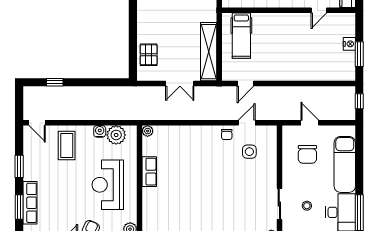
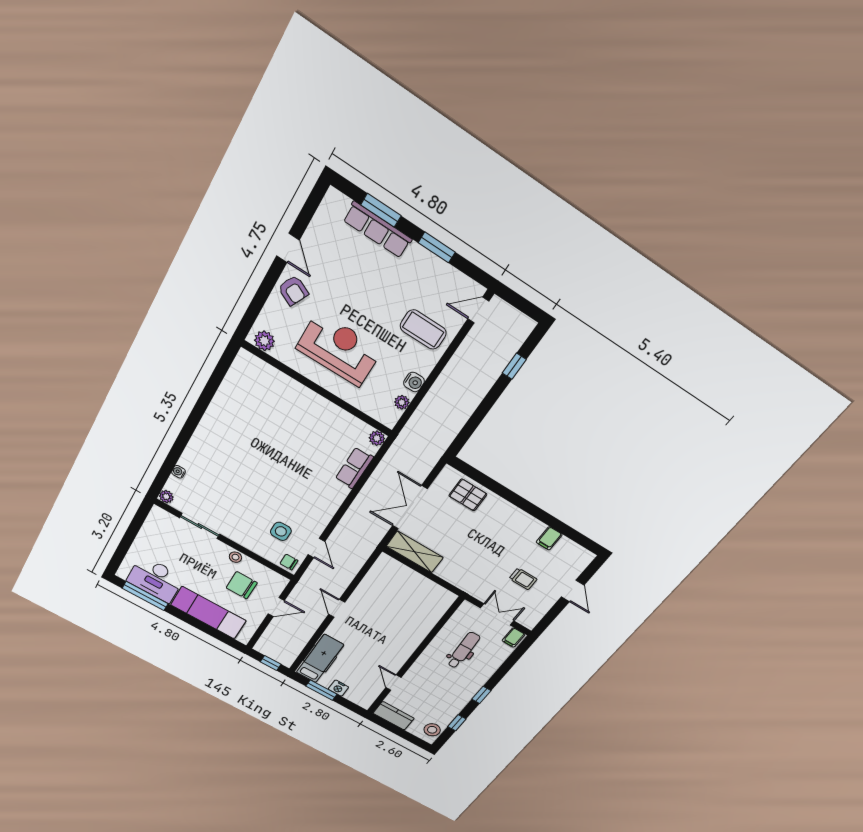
hospital bed: (241, 36) -> (320, 659), moved, turned 90
shelving: (209, 52) -> (415, 552), width x0.68
double door: (180, 84) -> (410, 507), width x1.37
door: (245, 84) -> (337, 608), moved
chair: (227, 134) -> (289, 562), moved
plant: (116, 135) -> (402, 402), width x0.53, depth x0.53
row of seats: (149, 172) -> (354, 468), moved, turned 90
stool: (307, 206) -> (235, 557), moved

